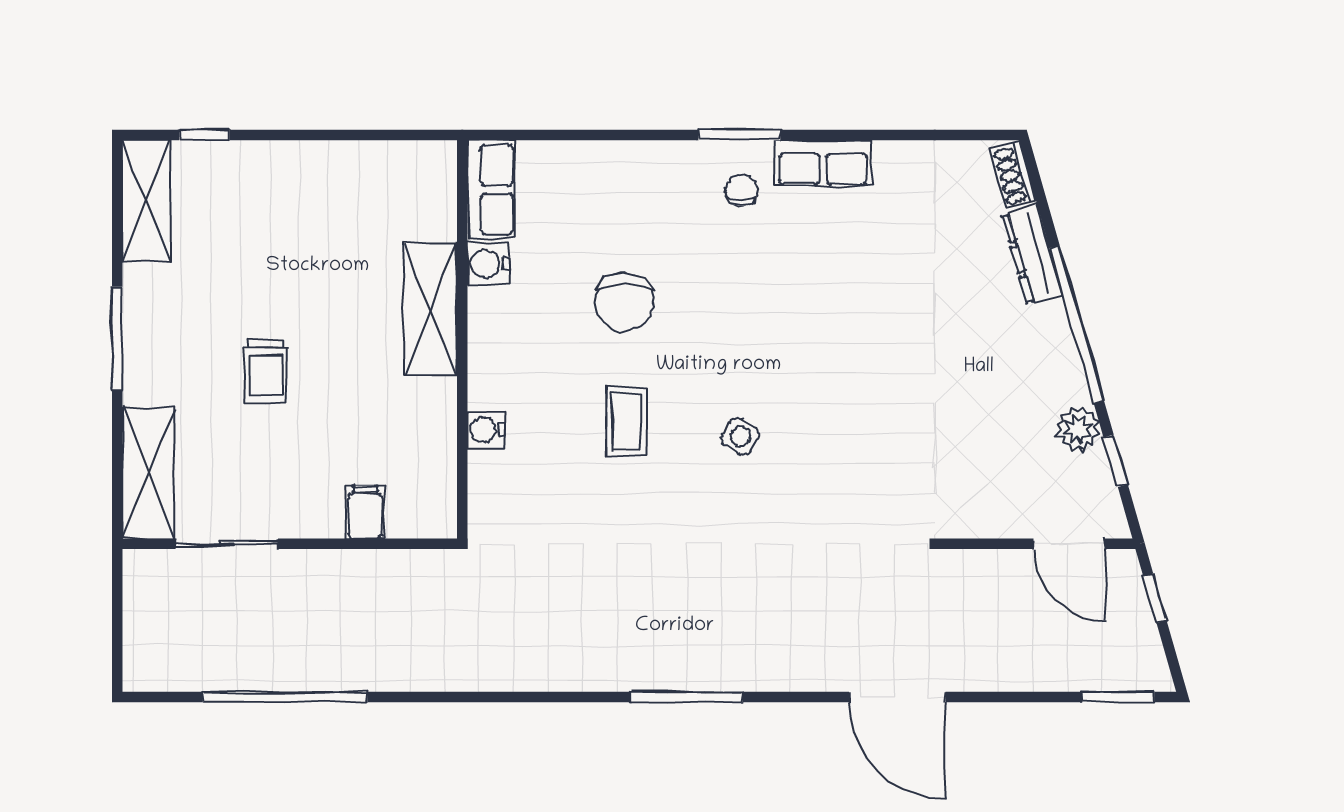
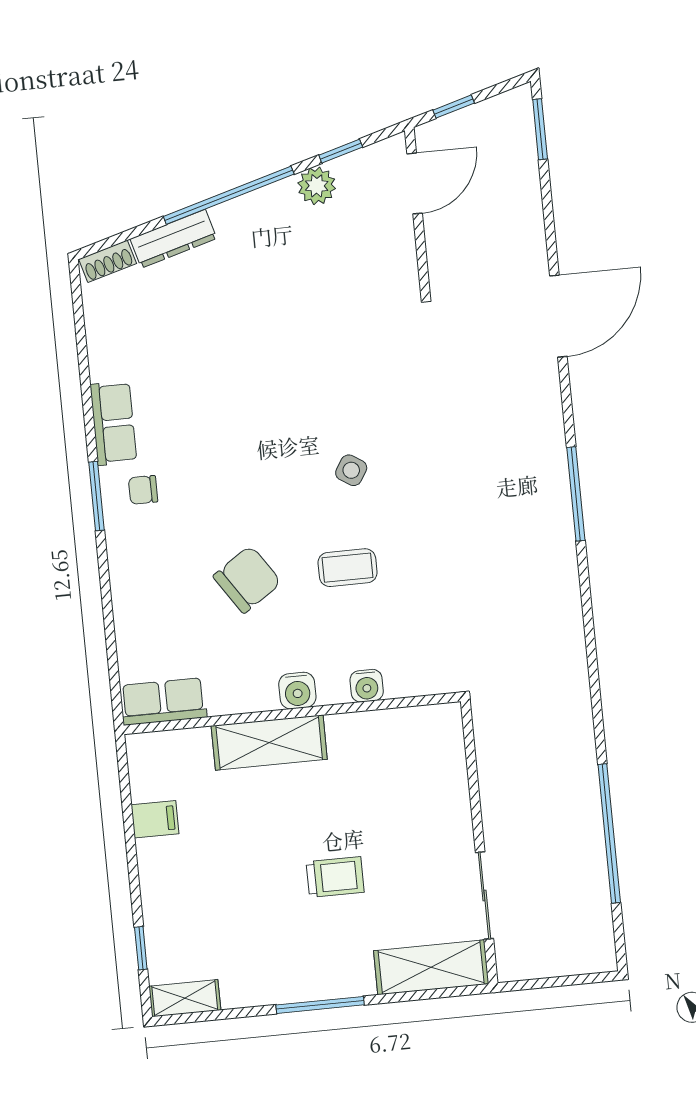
shelving: (147, 201) -> (185, 998), width x0.67, depth x0.75
water cooler: (488, 264) -> (297, 691), moved
chair: (624, 302) -> (247, 579), turned -34
filing cabinet: (365, 512) -> (155, 819), moved, turned 180

